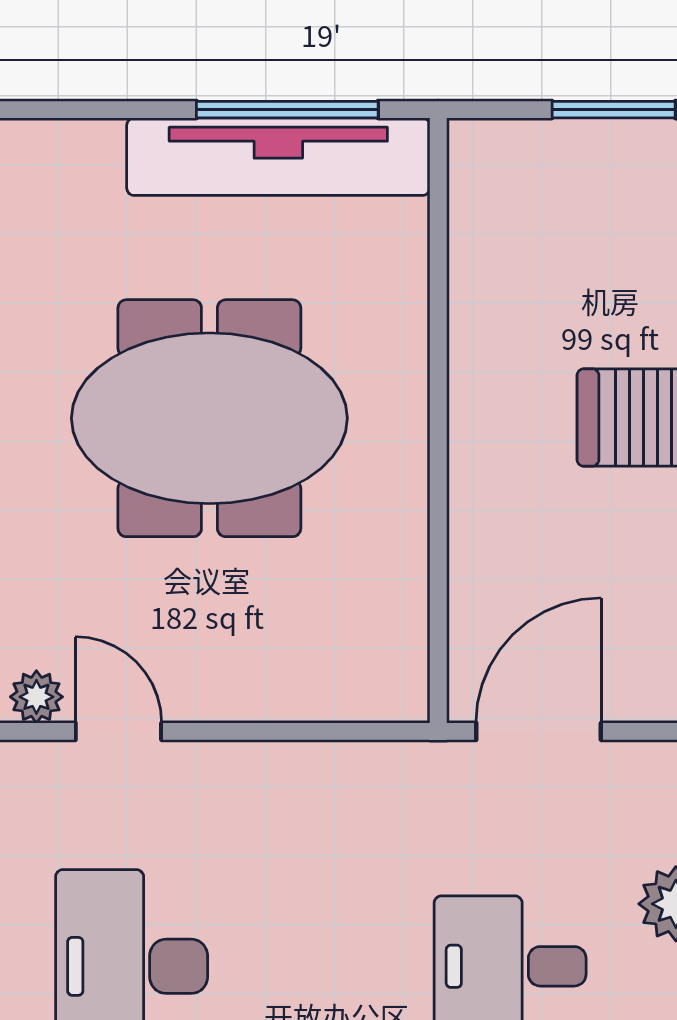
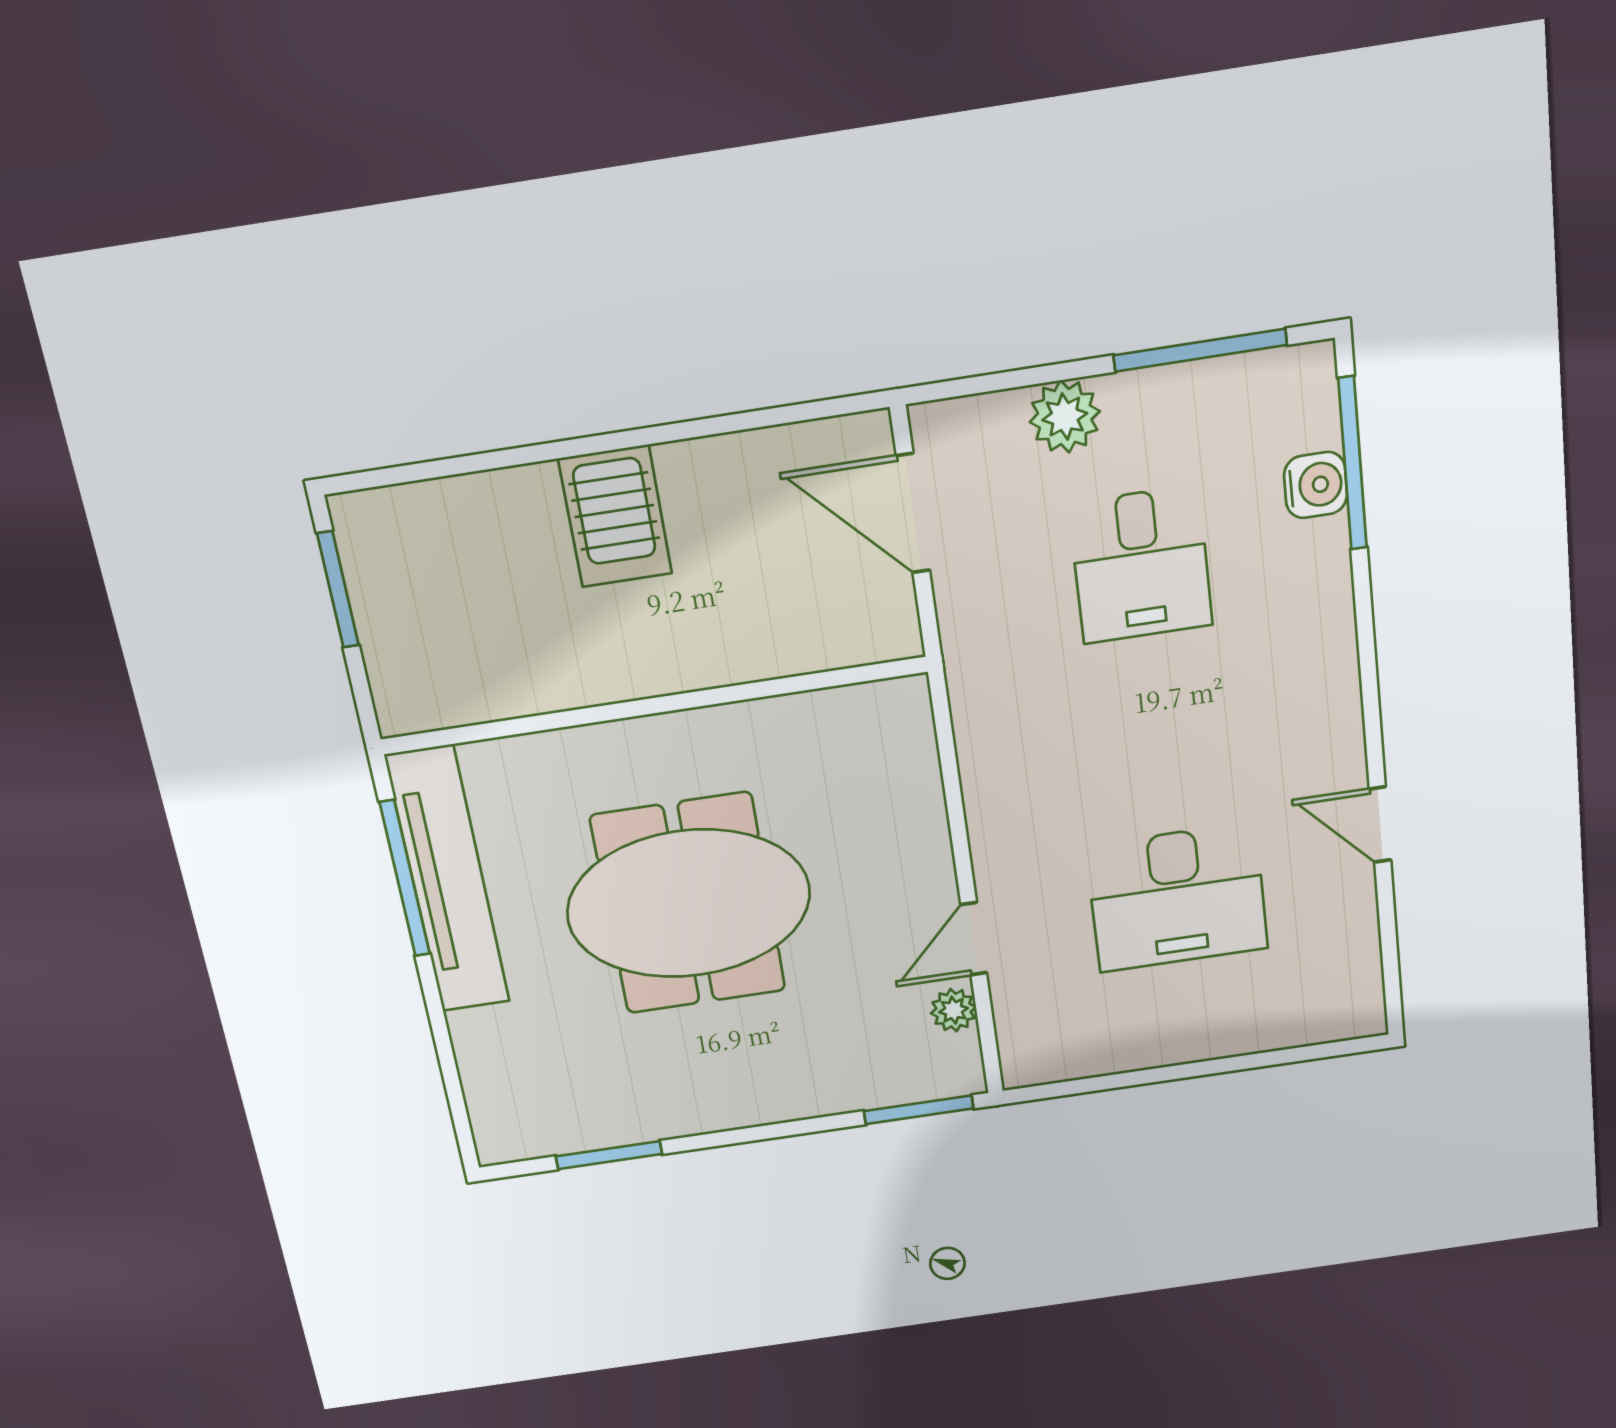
meeting table: (209, 418) -> (688, 904), turned 90
door: (539, 731) -> (913, 513), moved

